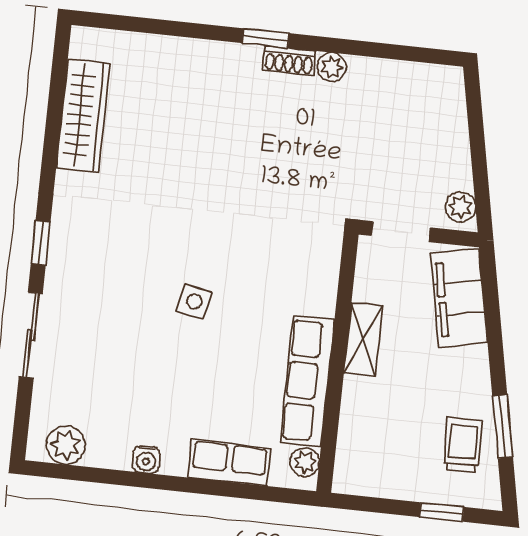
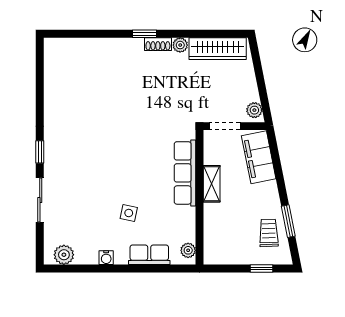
wardrobe: (83, 116) -> (218, 49), moved, turned 90
side table: (194, 301) -> (129, 213), moved
row of seats: (307, 381) -> (185, 173), moved

